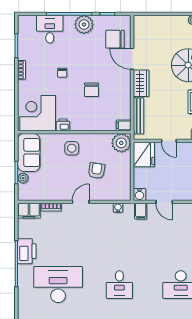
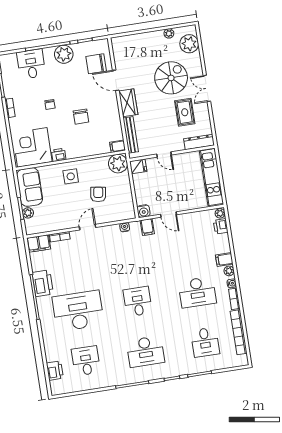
fridge: (144, 155) -> (138, 166), width x0.53, depth x0.75
desk: (119, 285) -> (138, 302), turned 180

